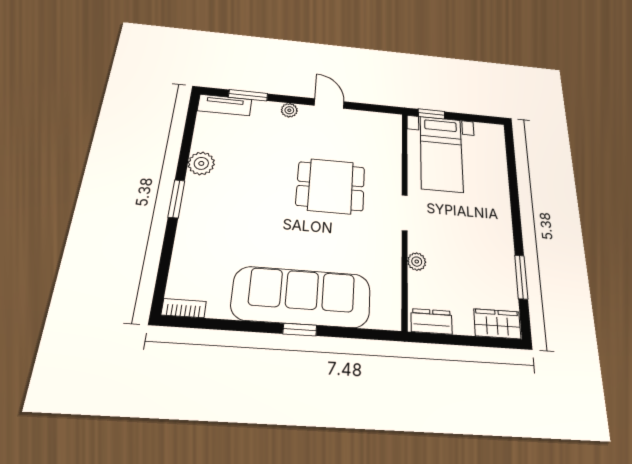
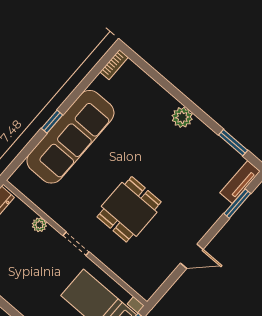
plant: (289, 110) -> (206, 224), removed
plant: (201, 163) -> (182, 117), moved
window: (176, 199) -> (233, 143), moved

